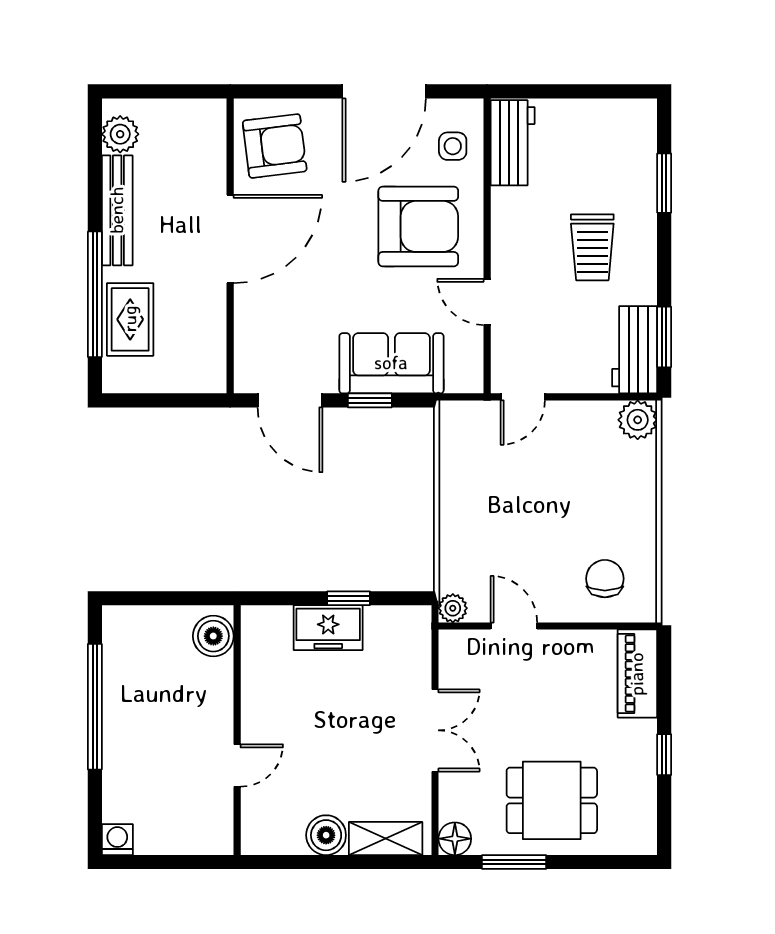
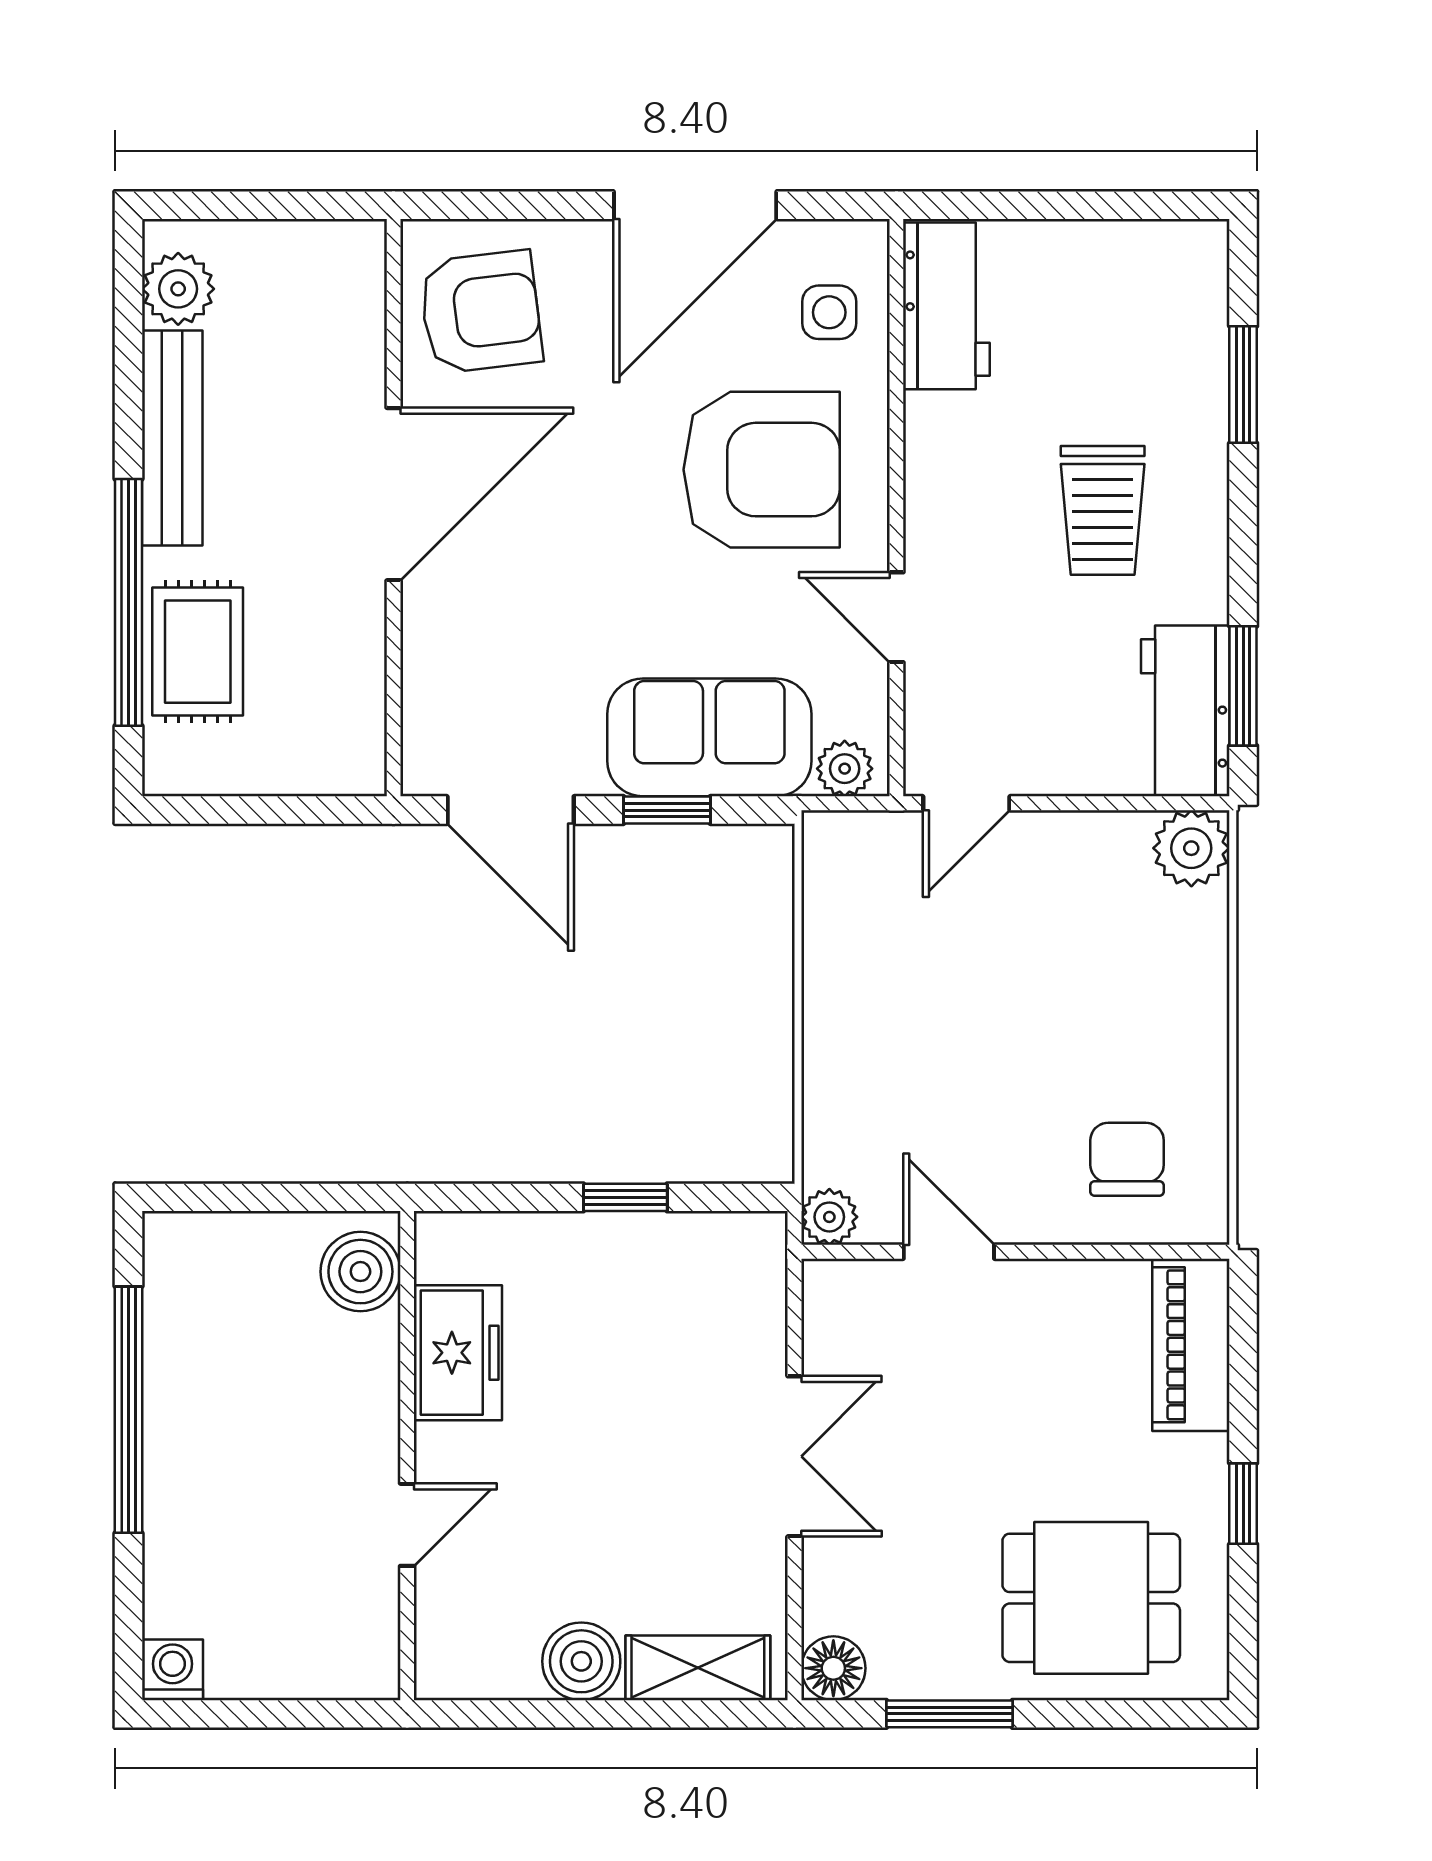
plant: (461, 379) -> (845, 769), added
freezer: (328, 628) -> (458, 1353), moved, turned -90
dining table: (552, 800) -> (1091, 1598), moved

